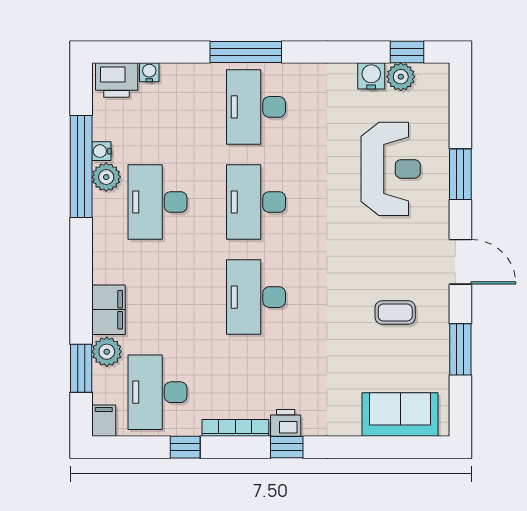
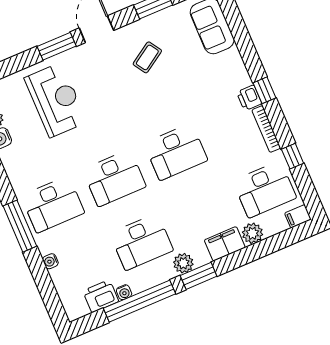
water cooler: (149, 72) -> (50, 261), moved
printer: (117, 80) -> (101, 296), moved, turned -90
reception desk: (391, 169) -> (56, 100), turned 90
window: (460, 174) -> (57, 46), moved
plant: (106, 177) -> (183, 263), moved
coffee table: (395, 312) -> (147, 57), turned 57
window: (81, 368) -> (199, 276), moved

